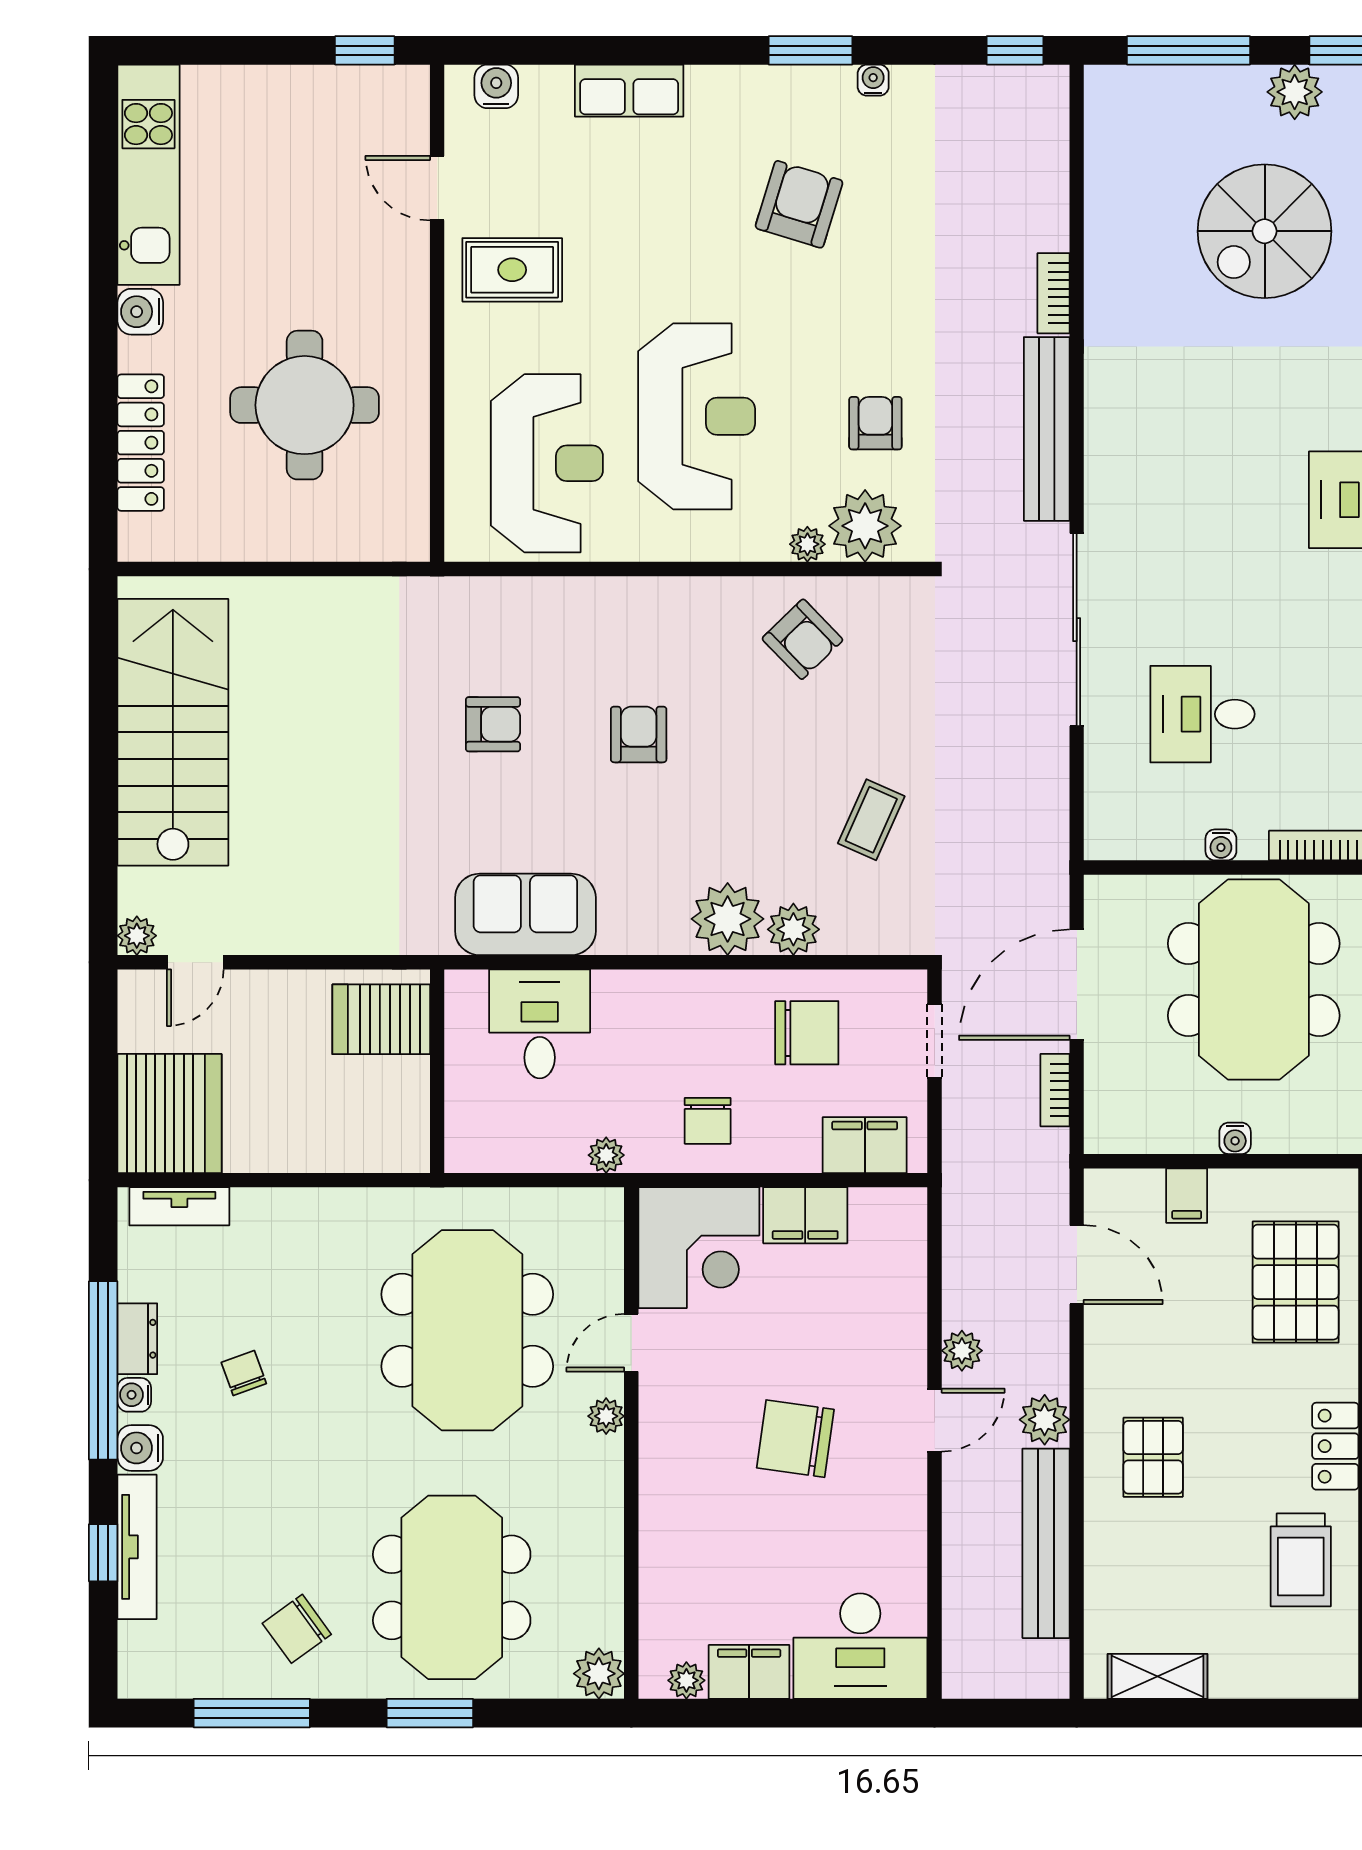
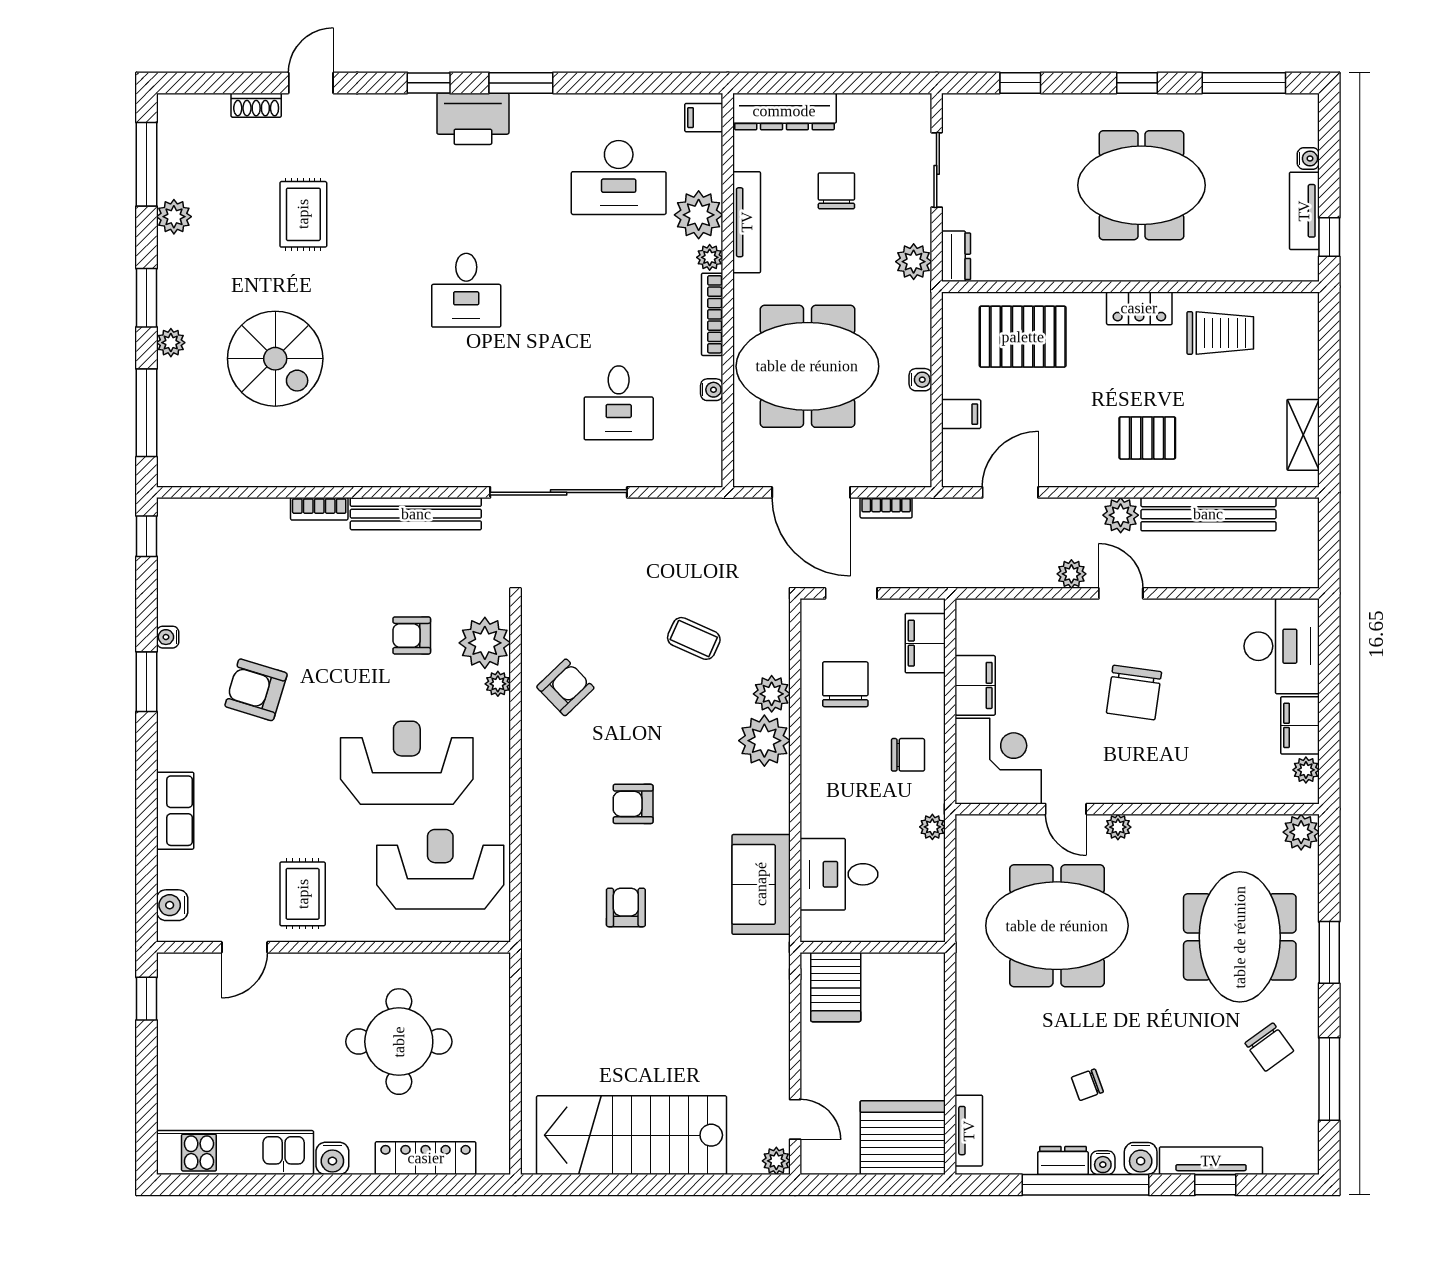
plant: (1295, 92) -> (171, 343), width x0.73, depth x0.73
meeting table: (452, 1587) -> (1240, 937), turned 90

